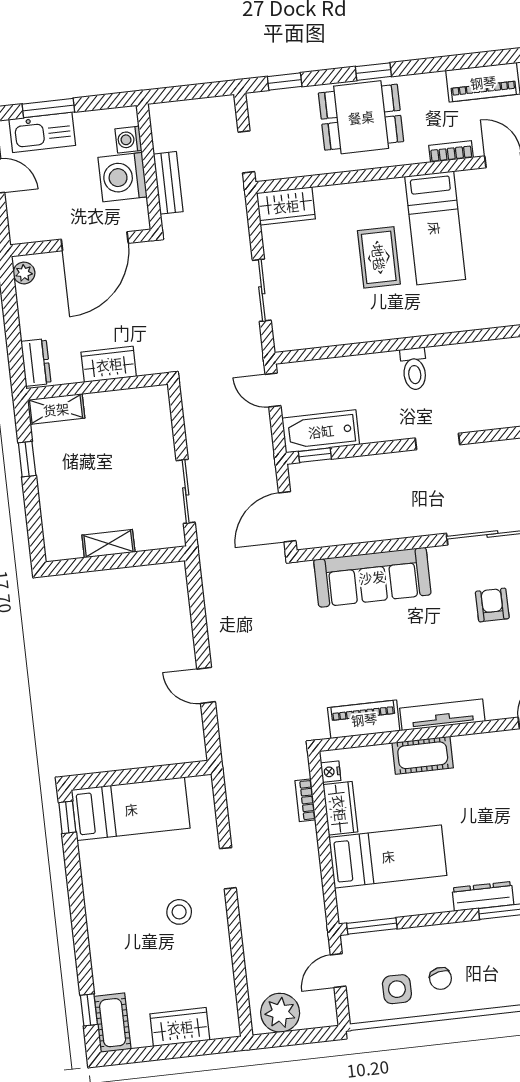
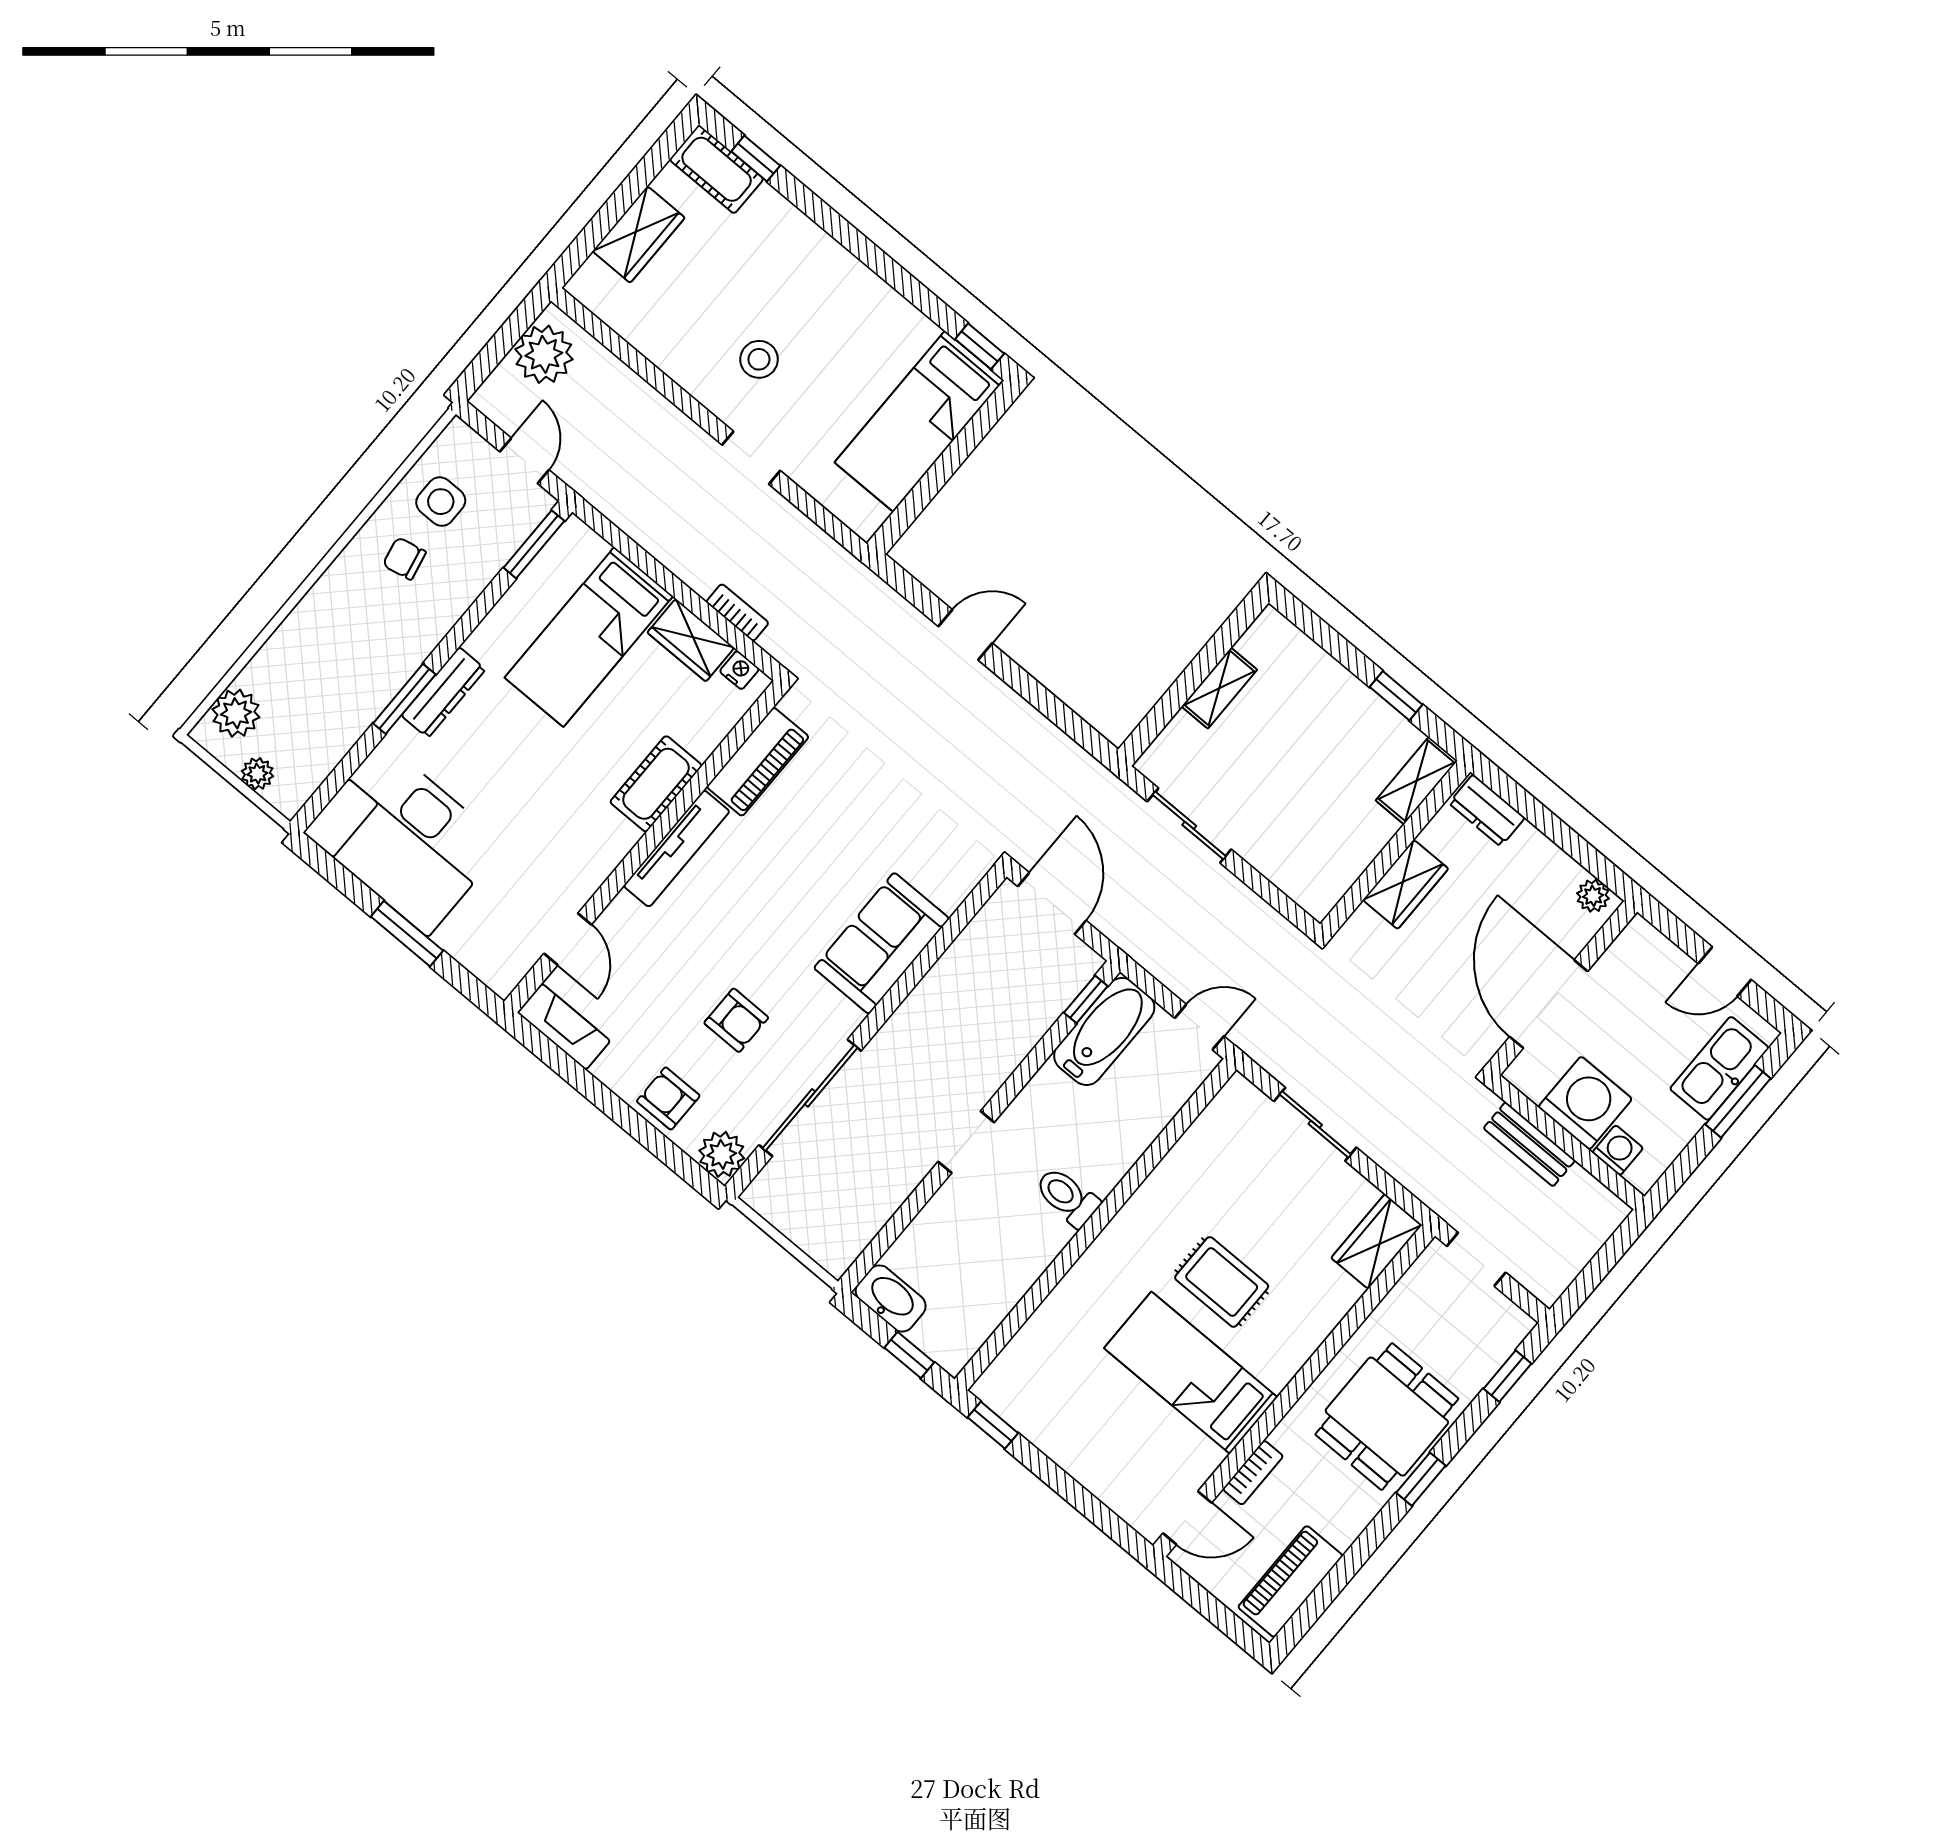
sofa: (372, 577) -> (882, 943), width x0.73

